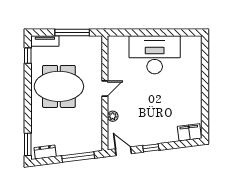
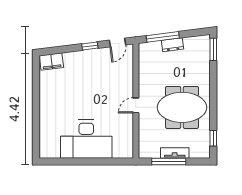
tv unit: (45, 41) -> (175, 153), moved
plant: (113, 116) -> (128, 78), removed
door: (123, 151) -> (118, 43), hinge flipped
dresser: (45, 152) -> (173, 45), moved

